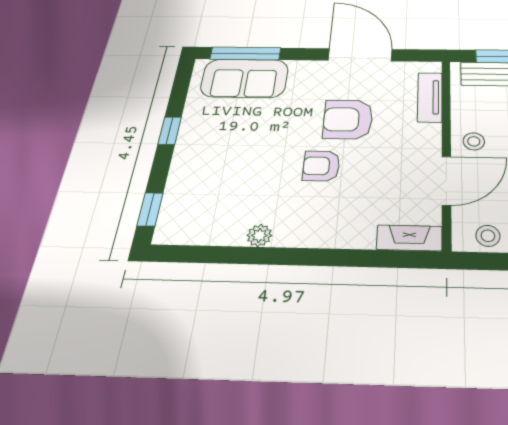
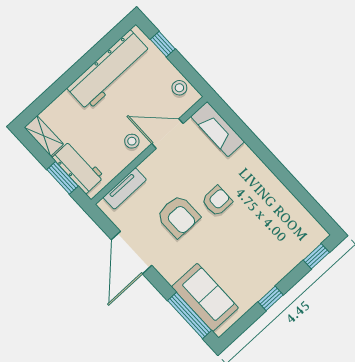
armchair: (321, 166) -> (217, 201), turned -90
plant: (259, 235) -> (279, 191), removed
fireplace: (409, 238) -> (218, 129), width x1.37, depth x1.32

